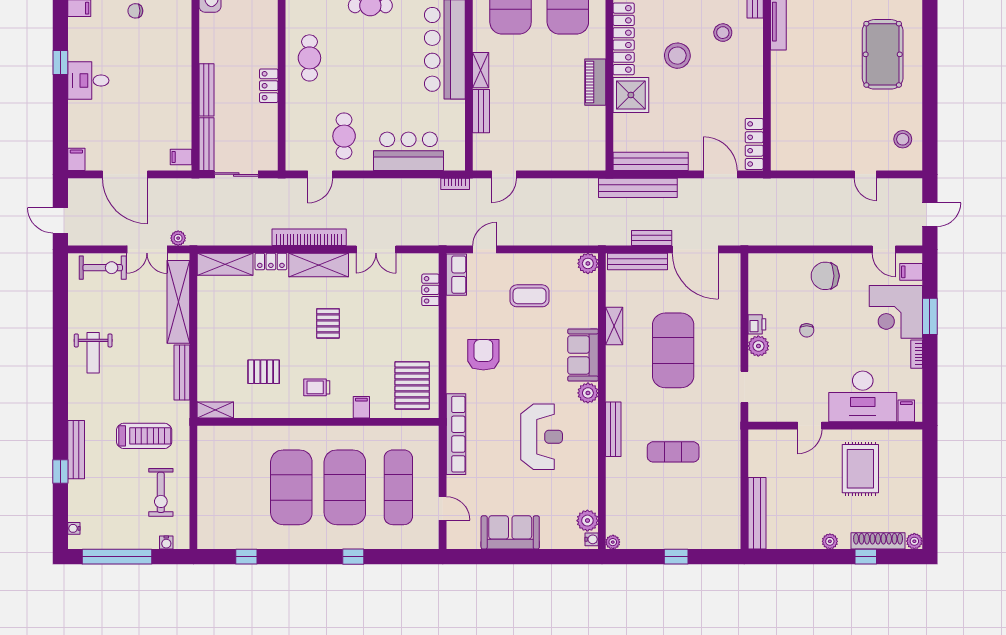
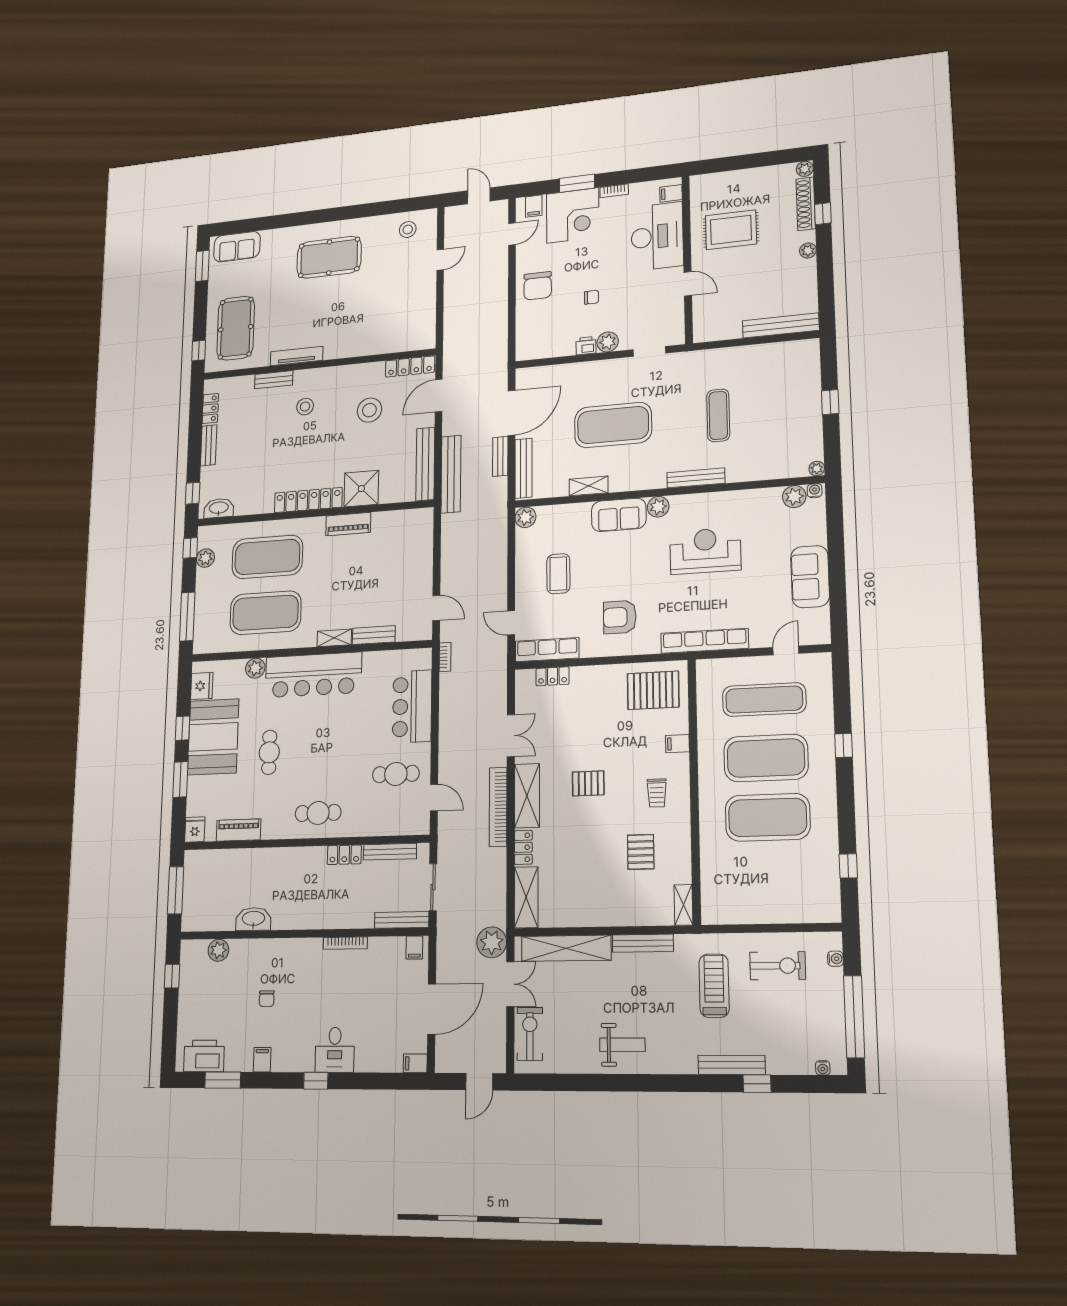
stool: (677, 56) -> (369, 410), moved
bookcase: (186, 89) -> (345, 943), added
bench: (206, 90) -> (390, 852), moved
plant: (178, 238) -> (492, 942), width x1.88, depth x1.88
row of seats: (456, 275) -> (547, 650), width x1.48

